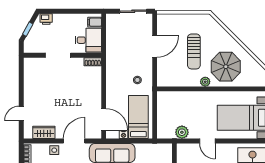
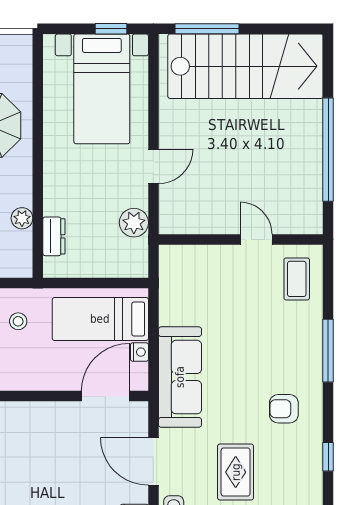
plant: (205, 82) -> (22, 218), moved
dresser: (176, 96) -> (54, 236), added

